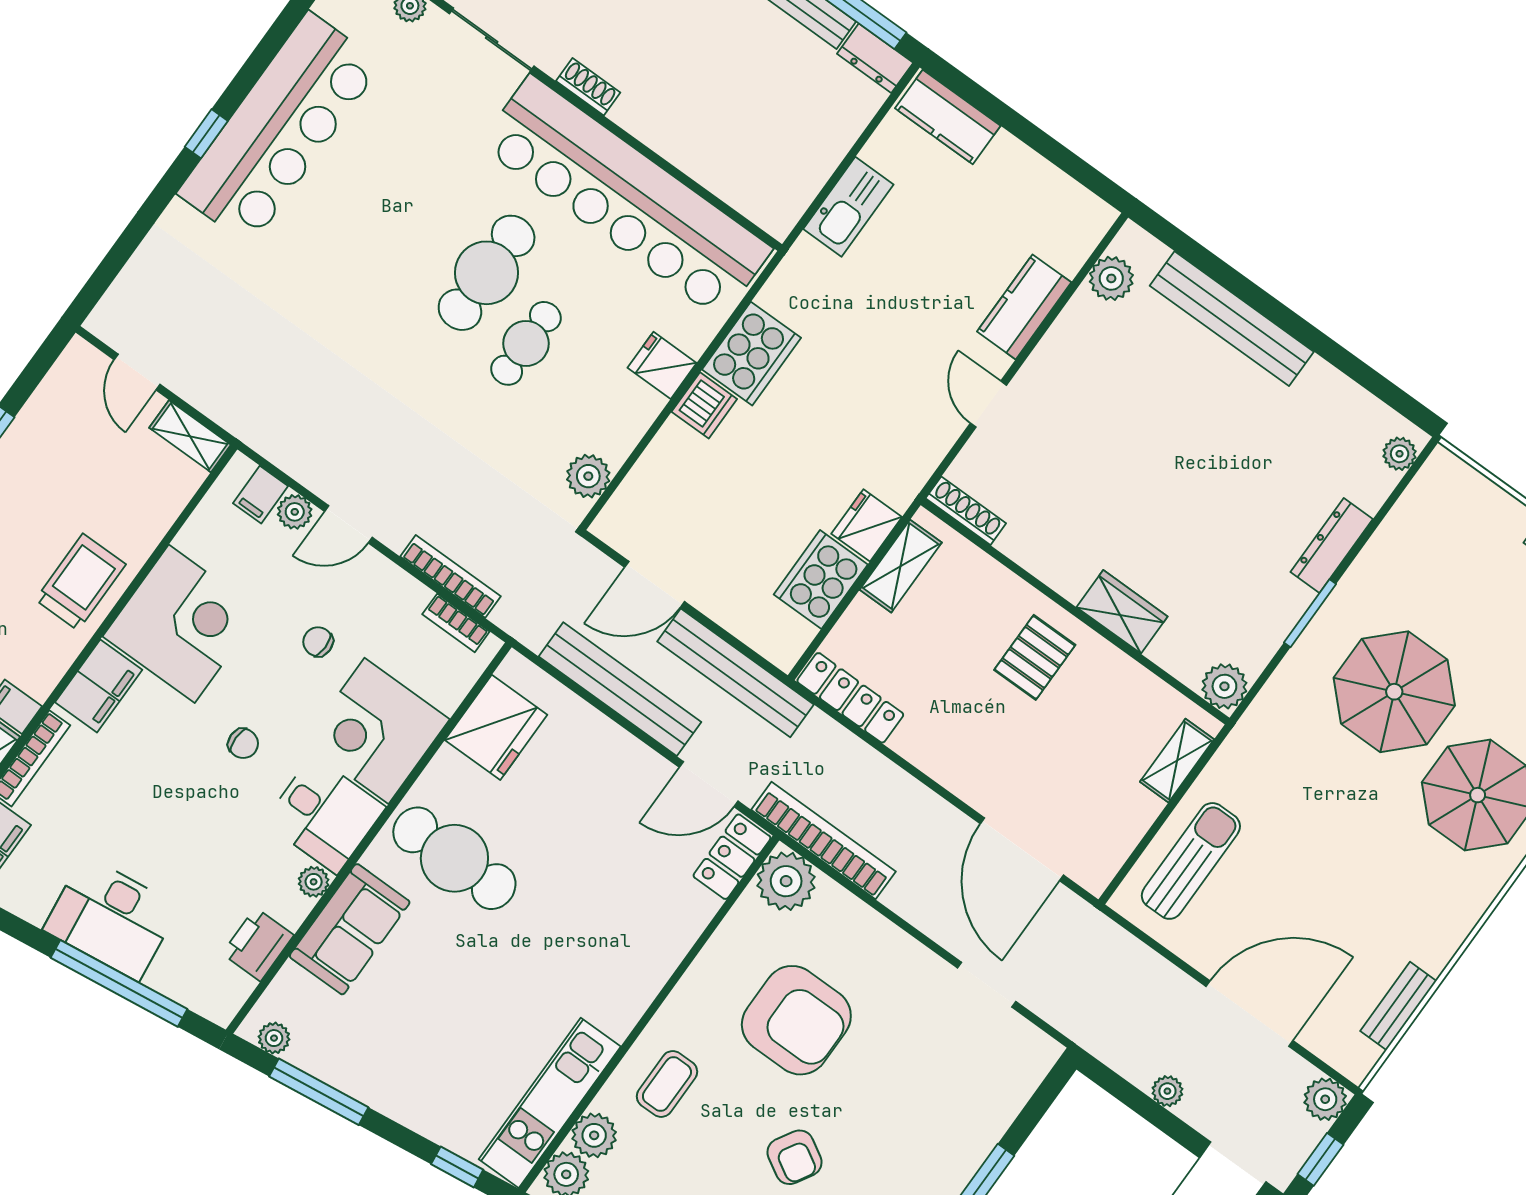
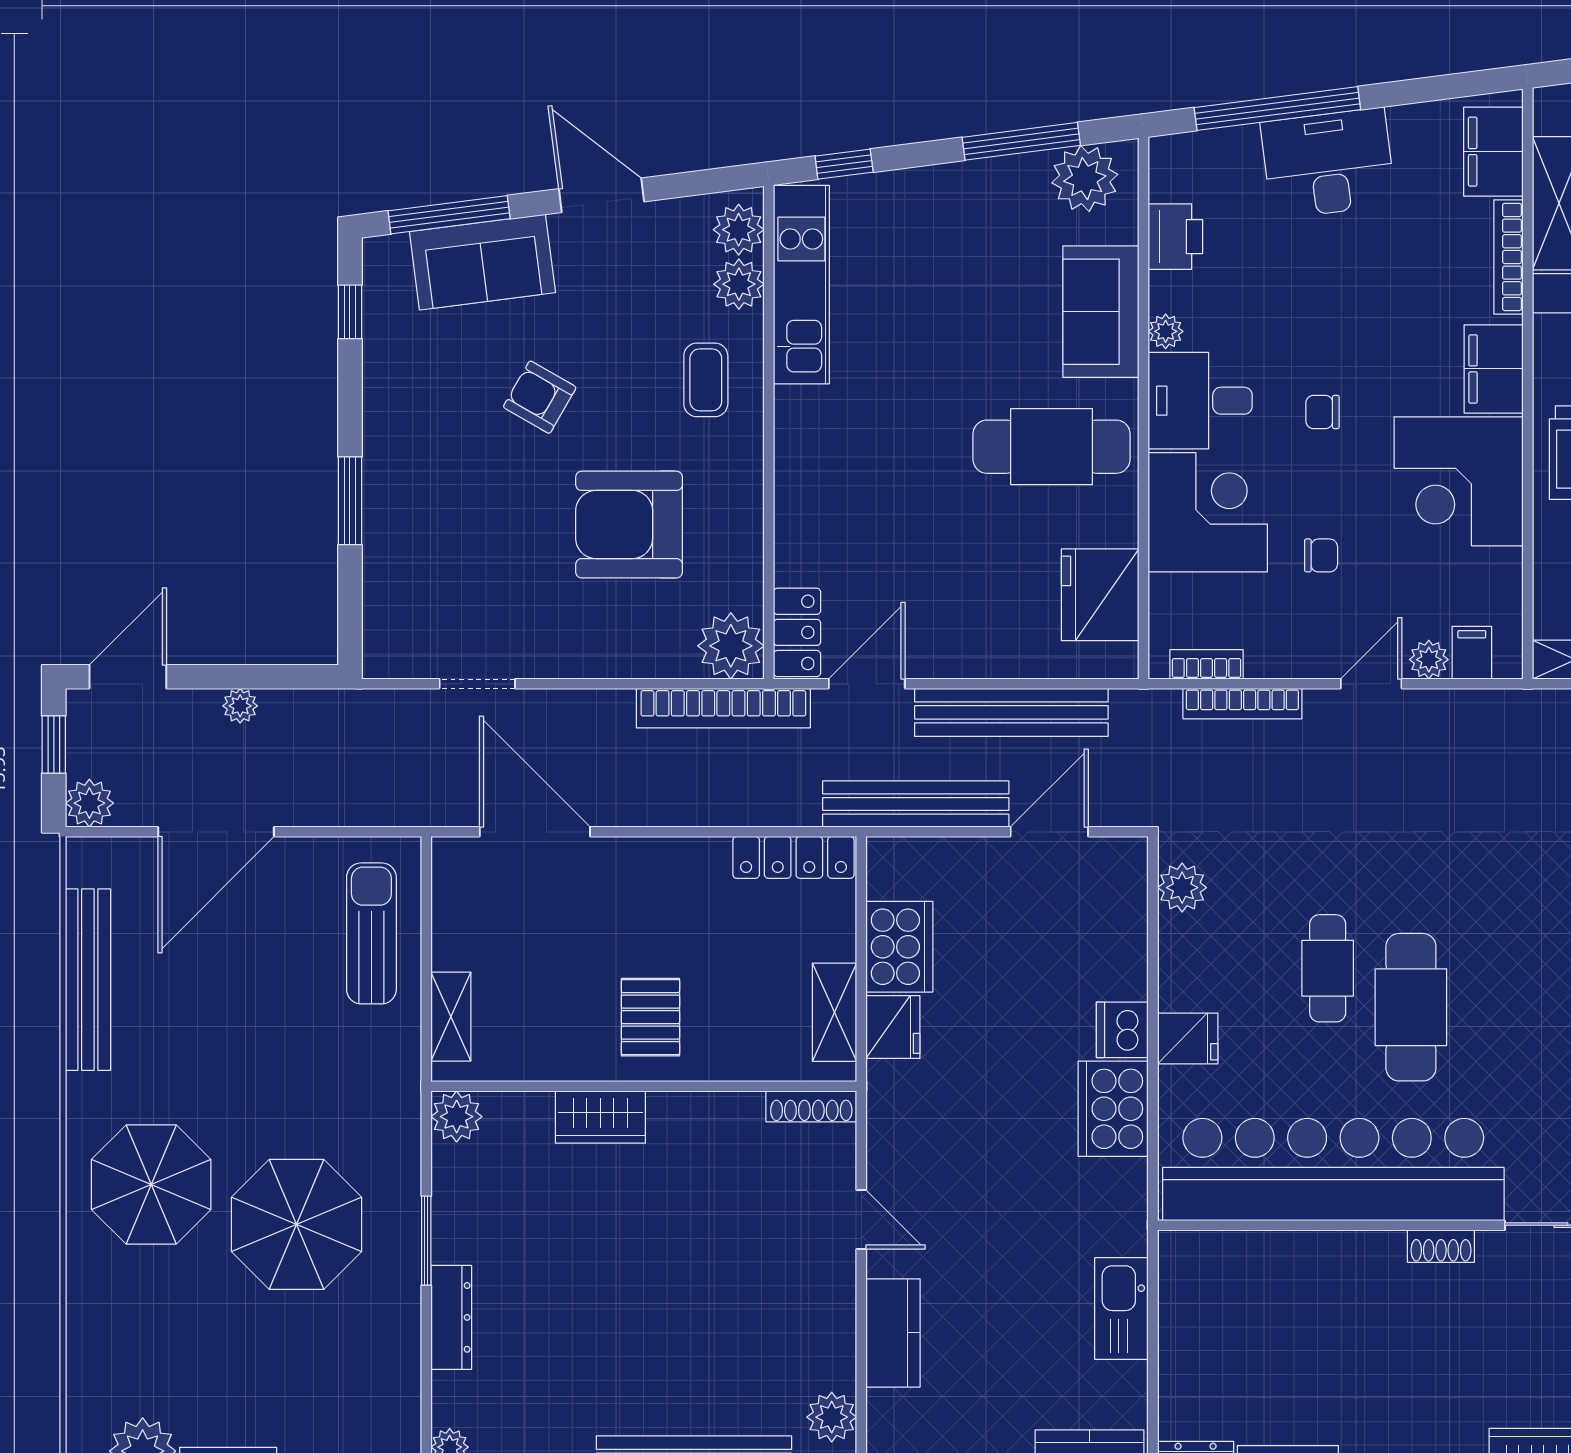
sun lounger: (1191, 861) -> (371, 933), turned 180
bench: (1398, 1006) -> (88, 980), width x1.86, depth x1.21
plant: (274, 1038) -> (1085, 179), width x1.88, depth x1.88

